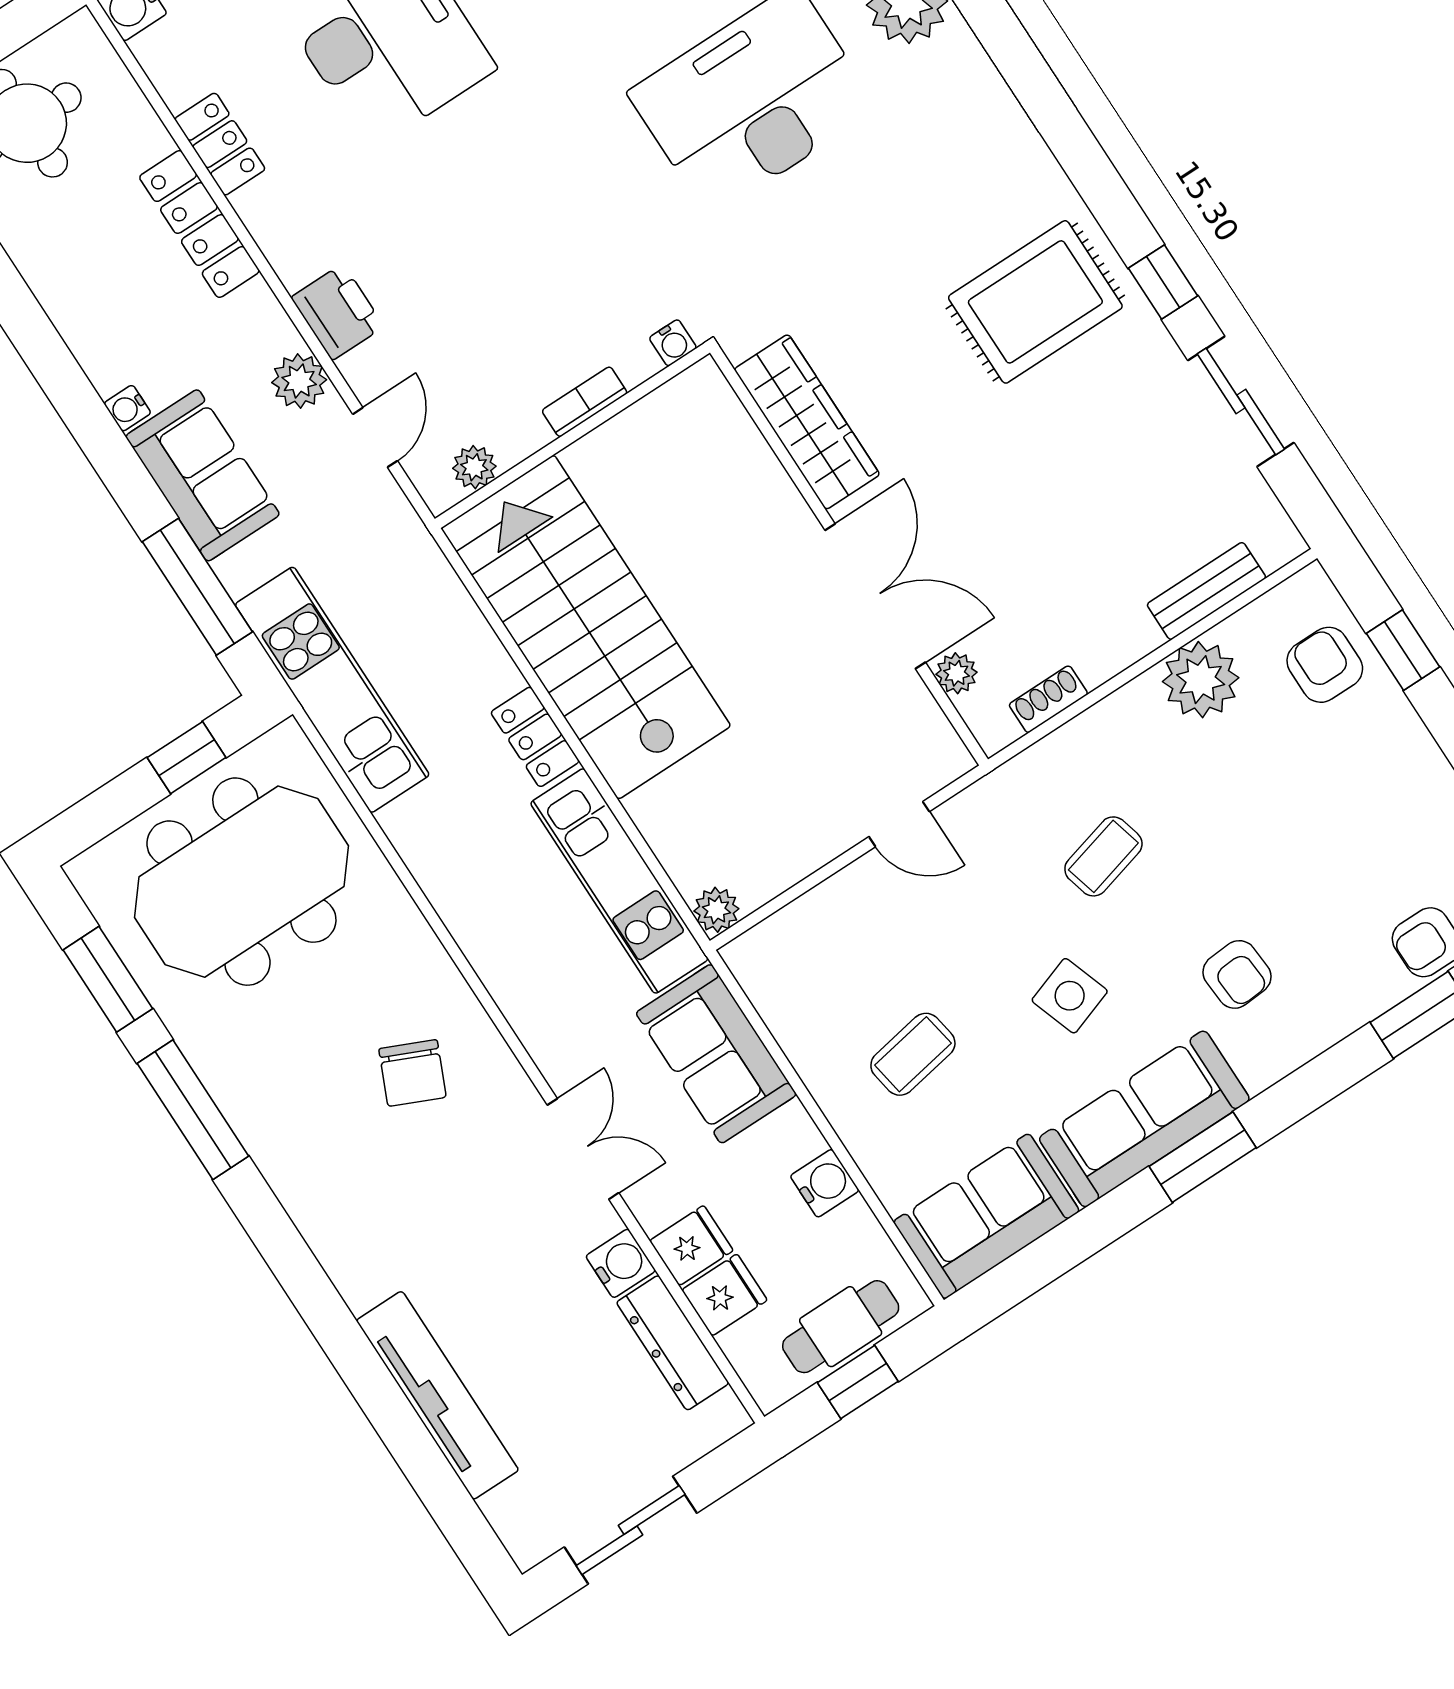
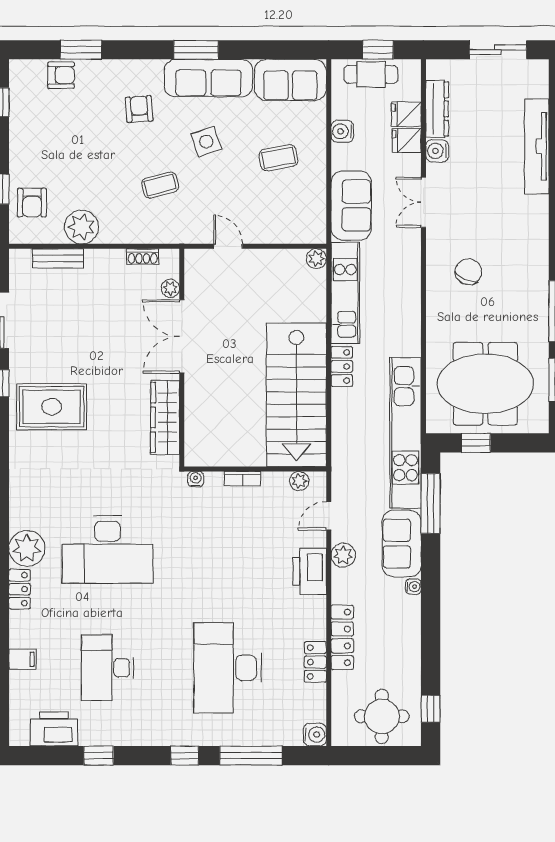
printer: (337, 312) -> (310, 571), width x1.37, depth x1.19
kitchen unit: (332, 690) -> (405, 433), width x1.36

